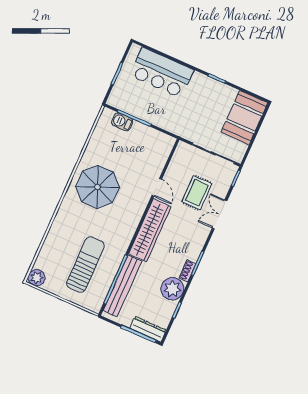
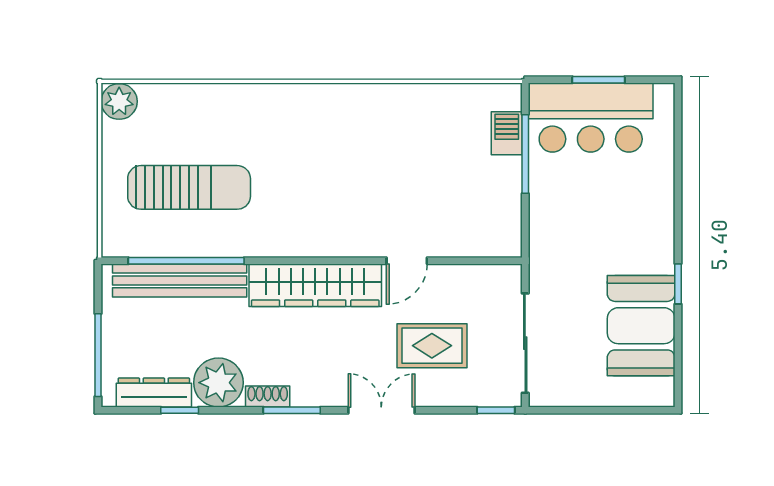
bar counter: (162, 73) -> (591, 118), moved, turned -90
booth: (244, 118) -> (641, 326), moved, turned 90
parasol: (97, 187) -> (355, 142), removed
double door: (220, 214) -> (381, 410), moved
dresser: (148, 329) -> (154, 393), moved, turned -90

